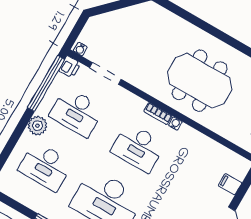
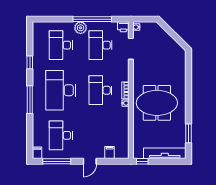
meeting table: (200, 81) -> (157, 103), turned 90
window: (46, 83) -> (92, 19), moved

